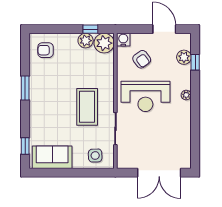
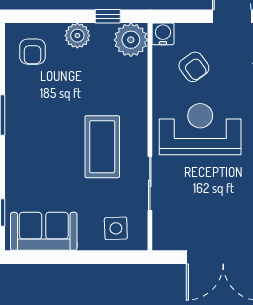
plant: (86, 41) -> (77, 36), moved
armchair: (46, 50) -> (33, 52), turned -90
reception desk: (145, 96) -> (200, 129), turned 180

